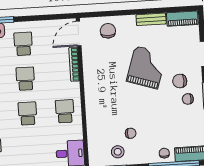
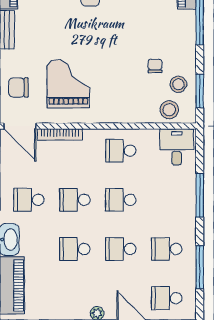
grand piano: (146, 67) -> (68, 84), moved, turned 72
stool: (98, 146) -> (169, 110), added
chair: (164, 153) -> (184, 23), removed

